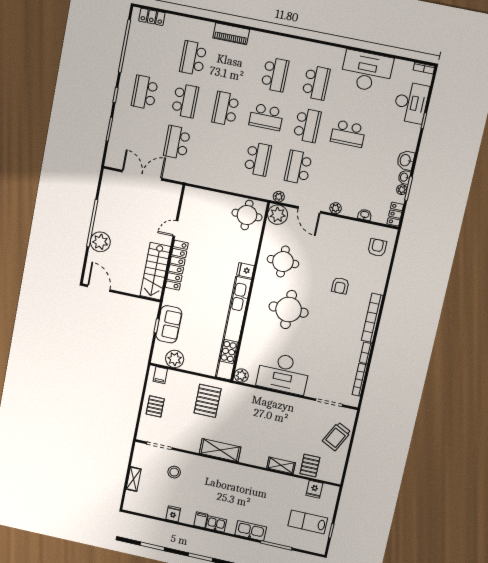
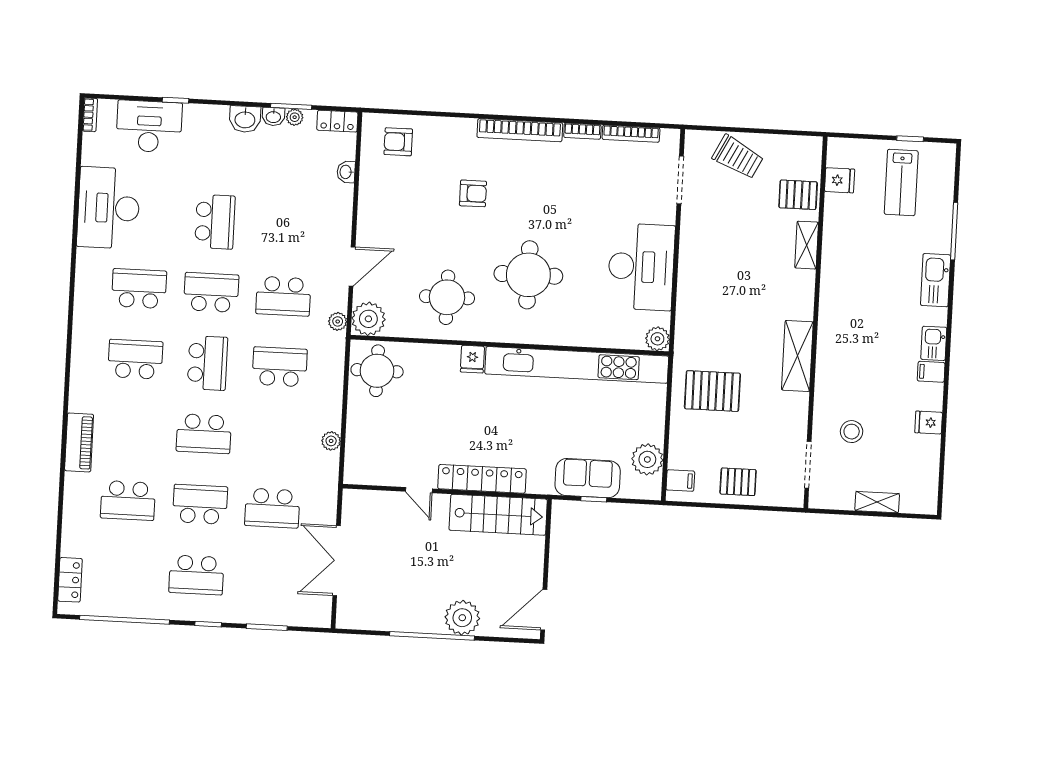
plant: (336, 208) -> (331, 441), moved

